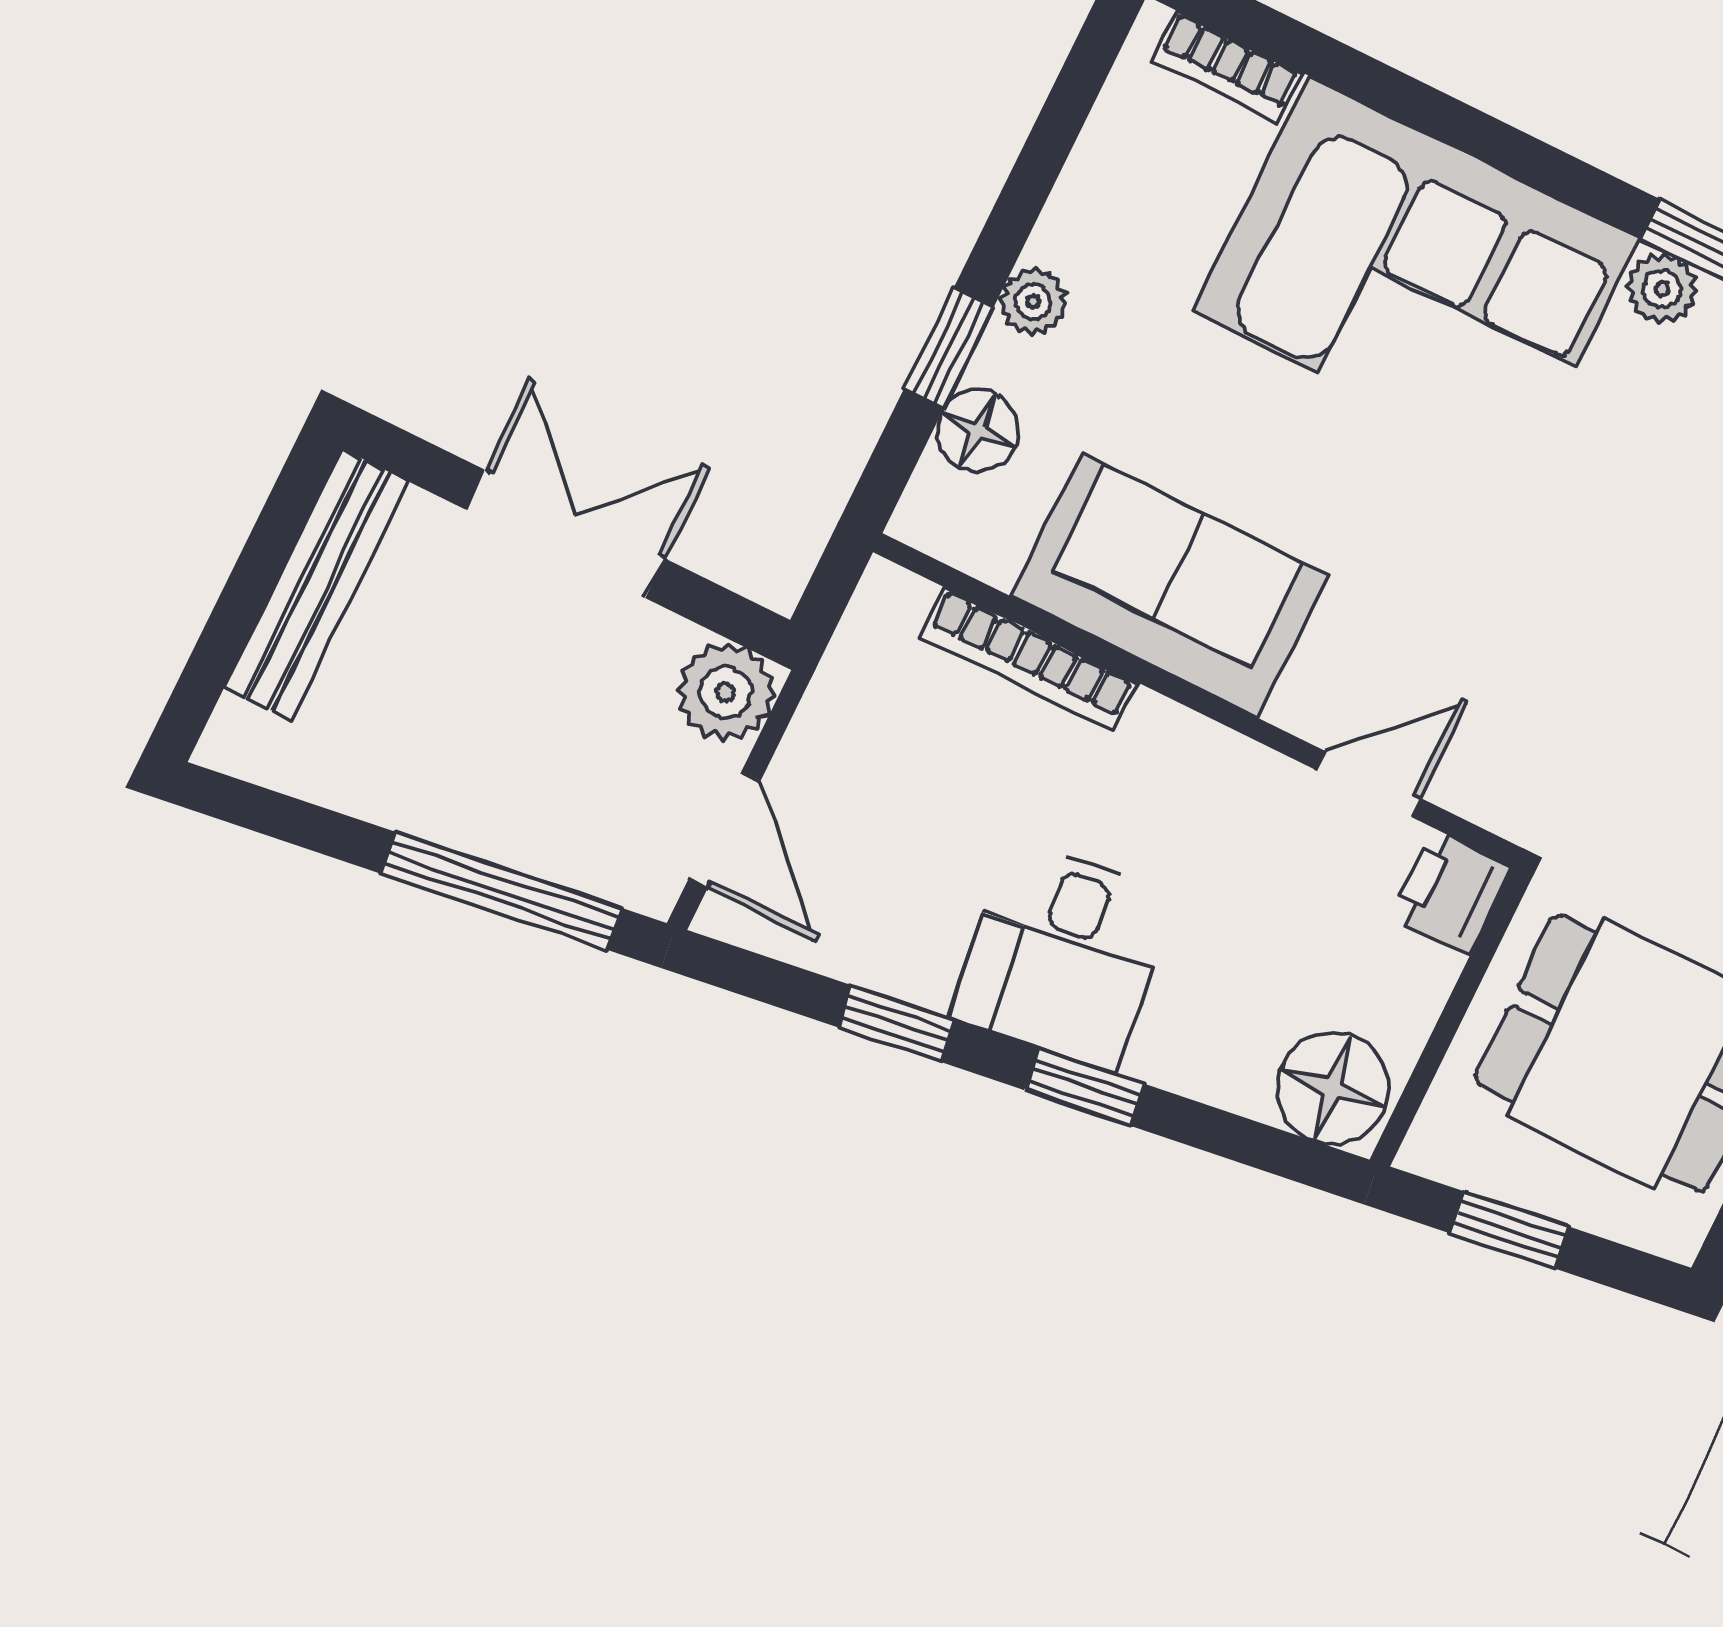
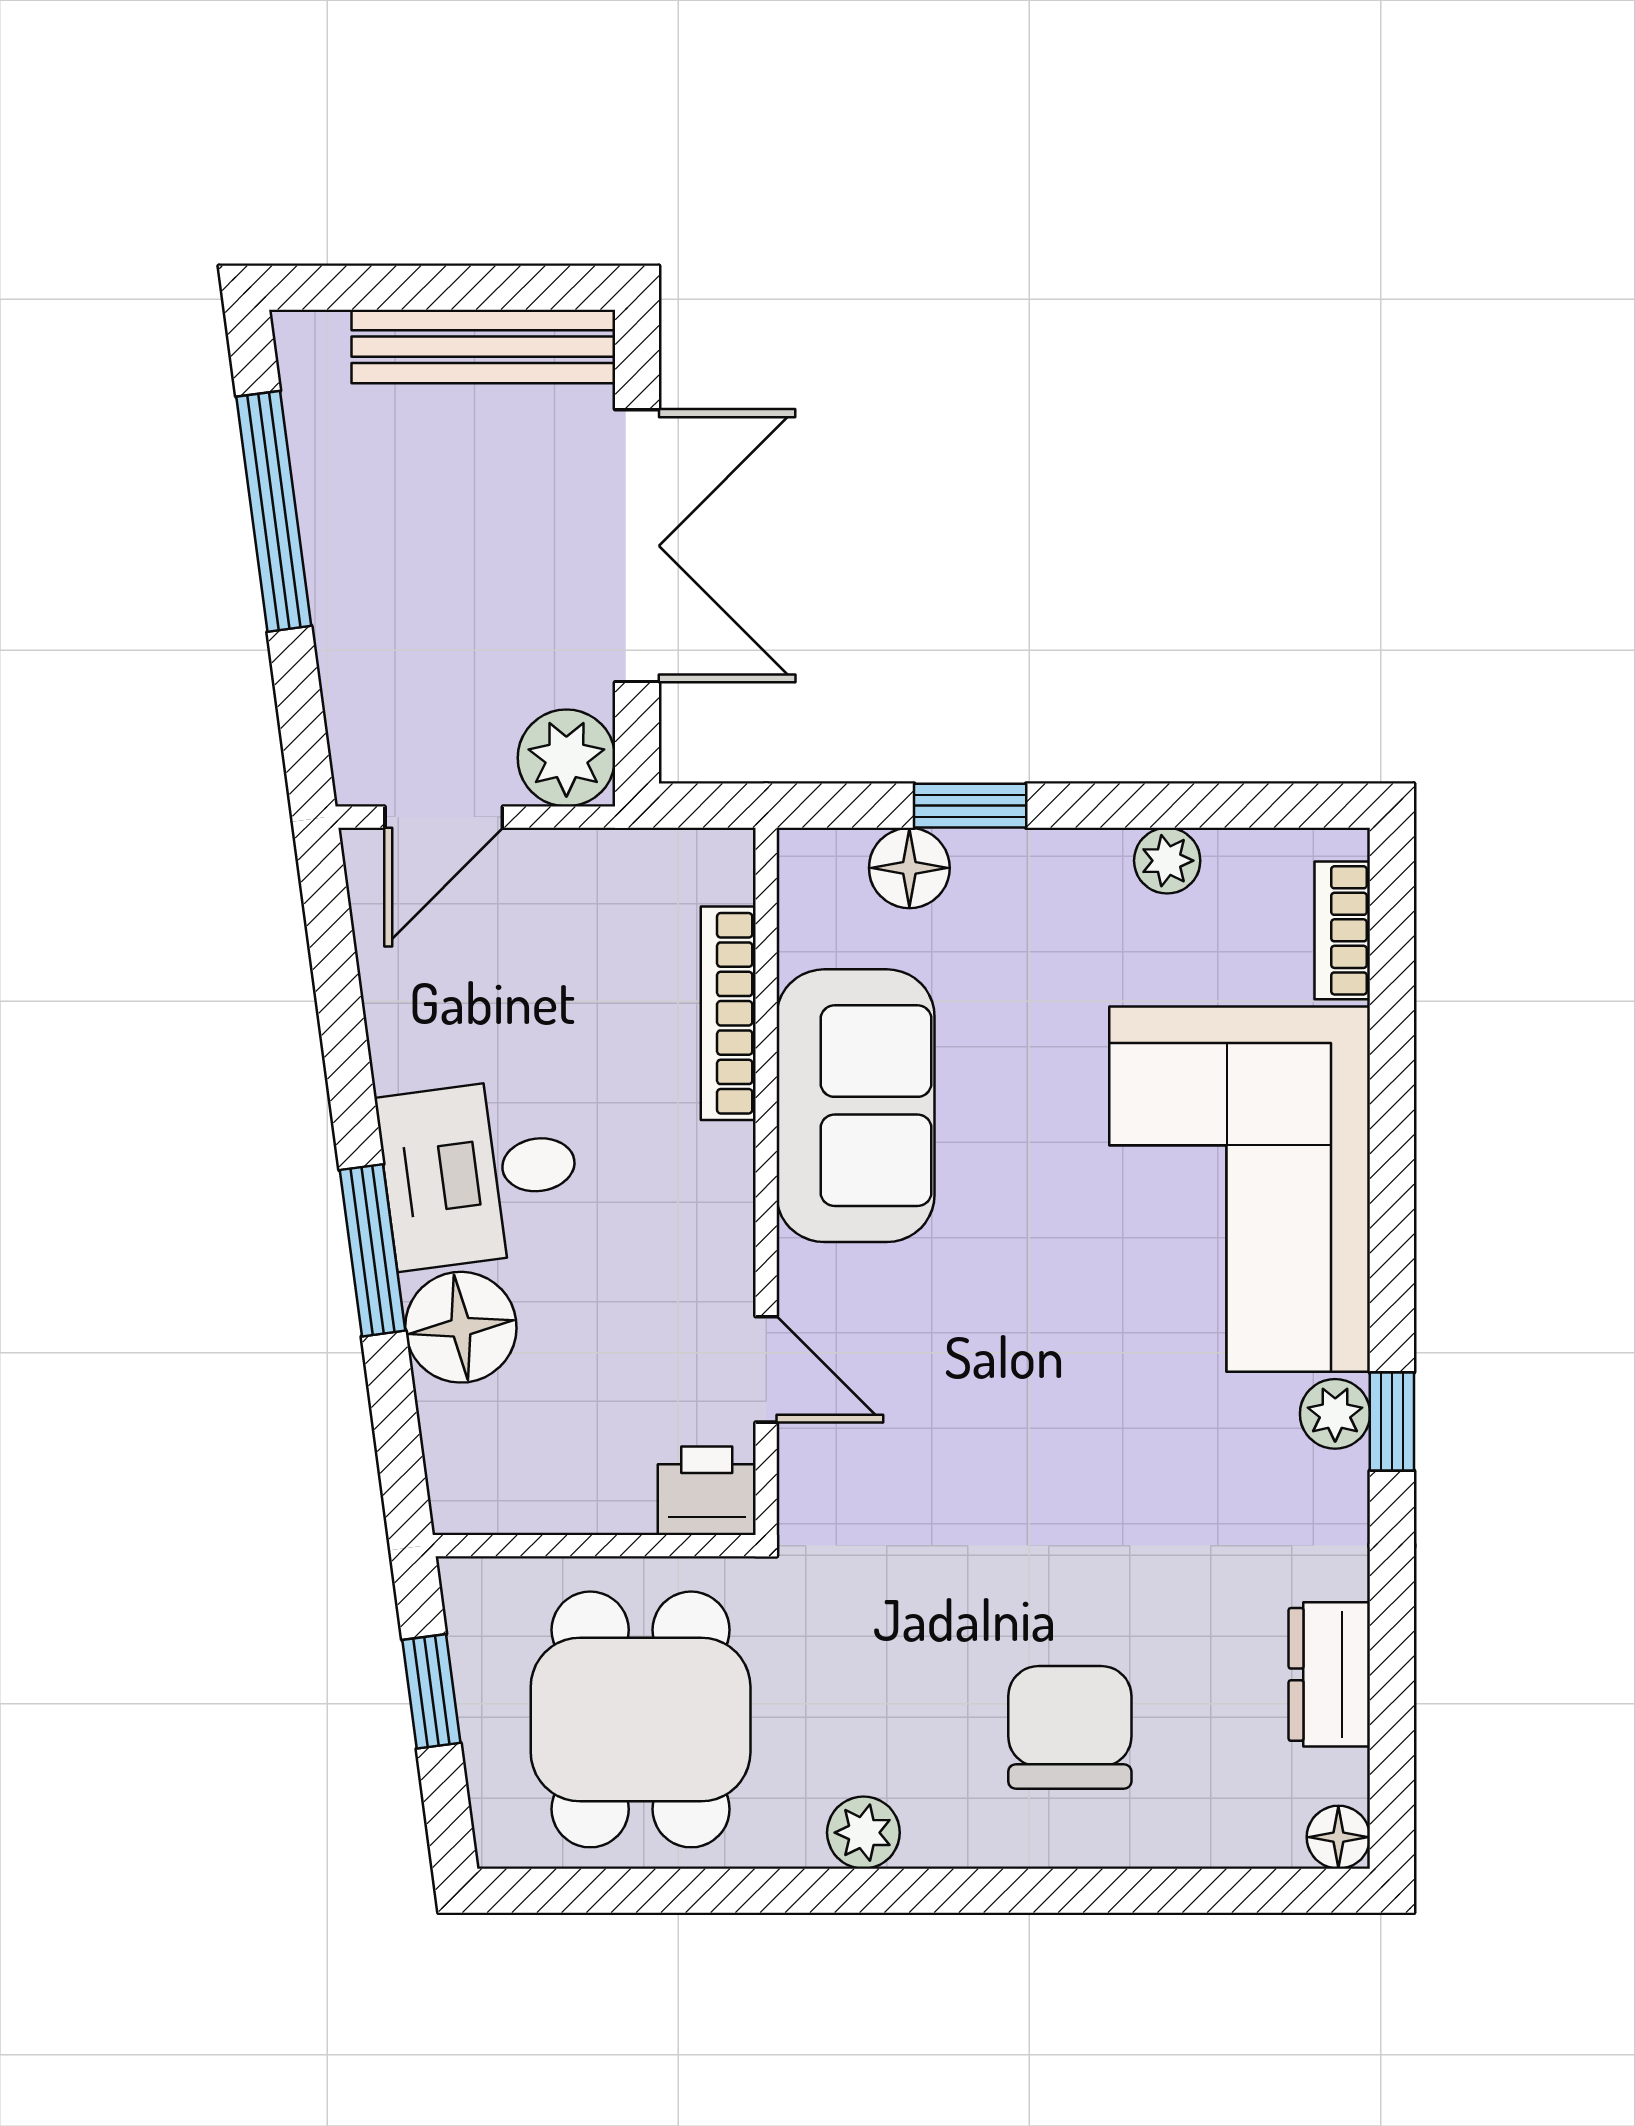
plant: (1033, 302) -> (1167, 861), moved
double door: (565, 534) -> (637, 546), width x1.37
window: (501, 891) -> (274, 511), moved
window: (896, 1024) -> (346, 1055), removed
window: (1085, 1087) -> (372, 1250), width x1.50
floor lamp: (1333, 1088) -> (461, 1327), moved

